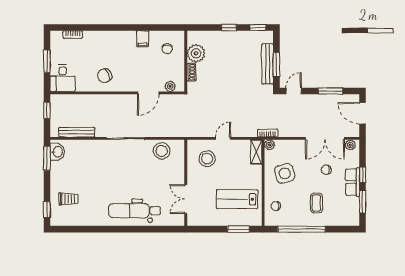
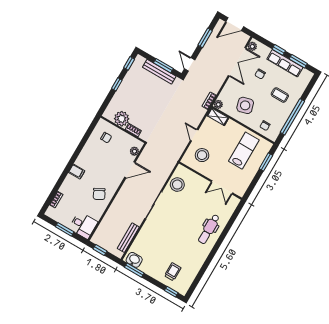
filing cabinet: (143, 39) -> (77, 172), moved
door: (148, 93) -> (130, 170), hinge flipped
row of seats: (352, 182) -> (285, 63), width x1.48
lab bench: (237, 199) -> (244, 151), turned 180
dental chair: (135, 211) -> (209, 229), width x0.73, depth x0.72

